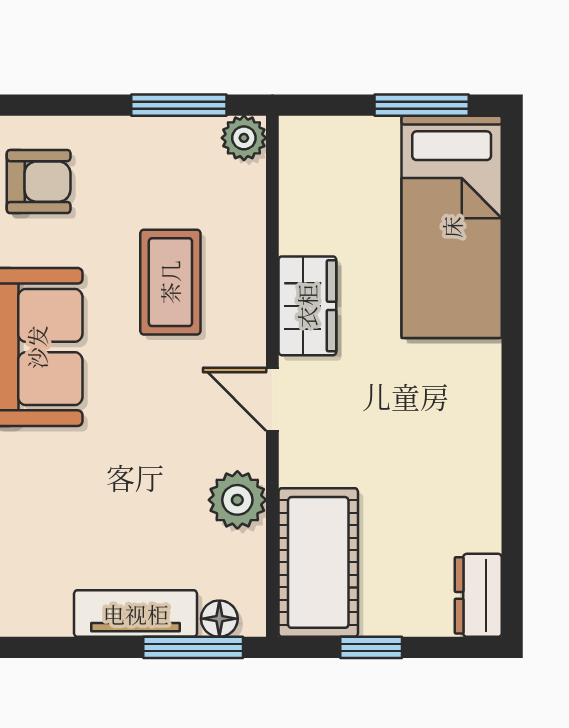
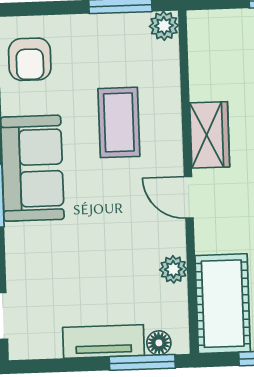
armchair: (39, 182) -> (30, 59), turned 90
plant: (237, 500) -> (173, 269), width x0.73, depth x0.73

